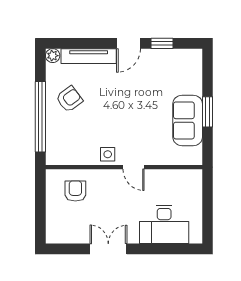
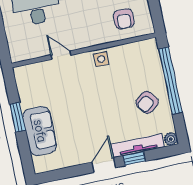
window: (162, 43) -> (134, 158), moved
sofa: (188, 120) -> (40, 131), moved
door: (134, 167) -> (61, 55), moved

